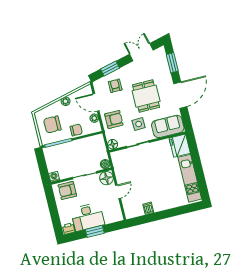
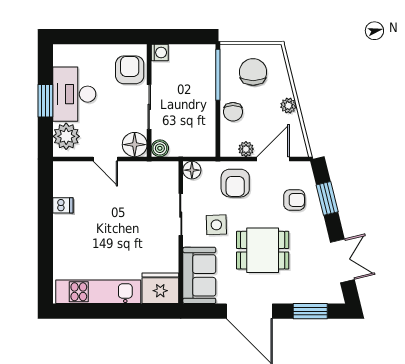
plant: (111, 216) -> (66, 136), added
printer: (69, 229) -> (62, 56), removed

